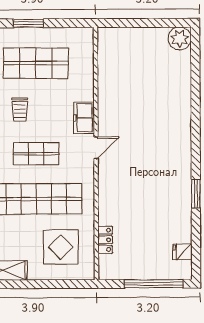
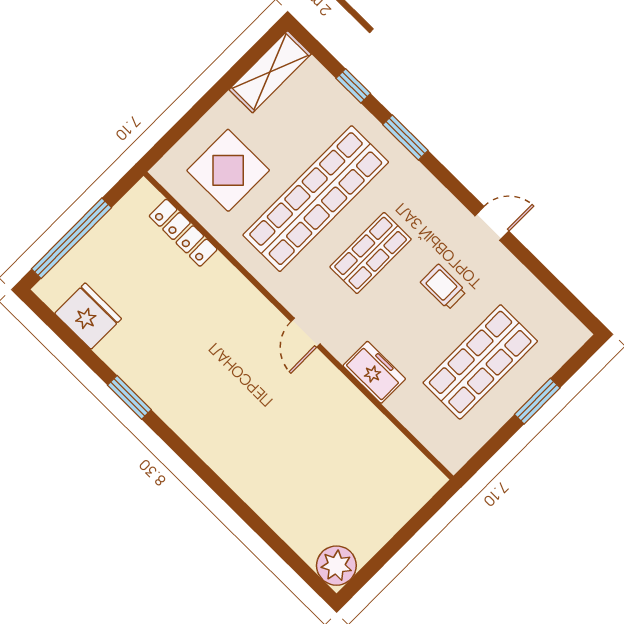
freezer: (84, 118) -> (374, 372), moved
locker: (105, 240) -> (183, 233), width x1.53
fridge: (182, 252) -> (88, 316), width x1.88, depth x1.34

